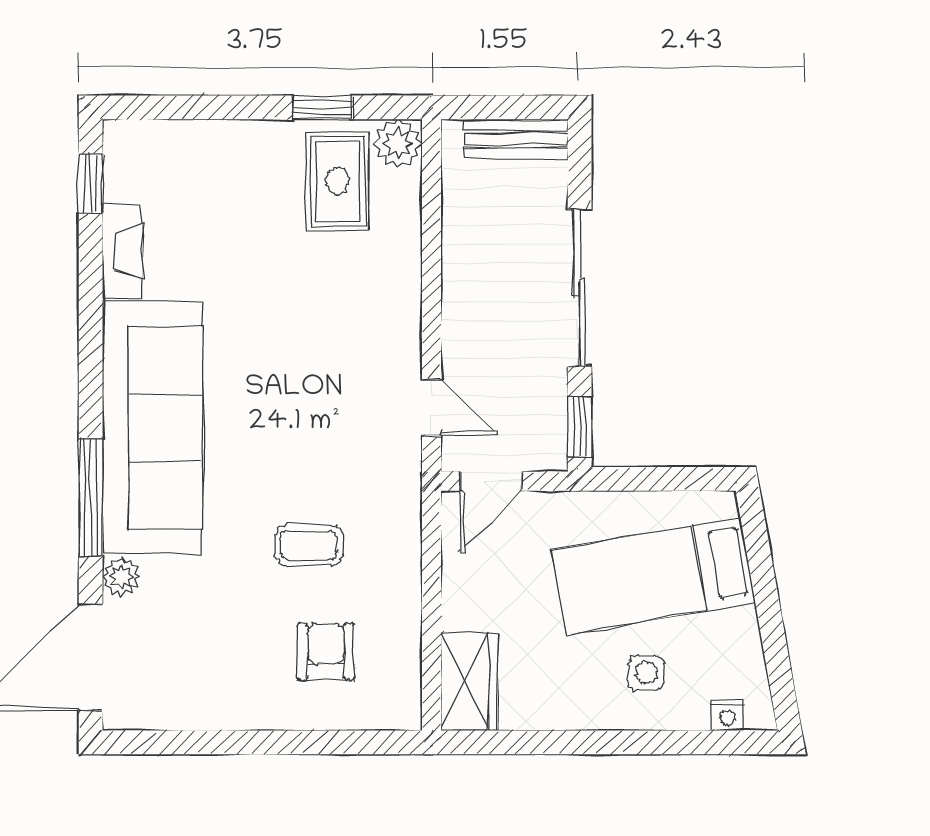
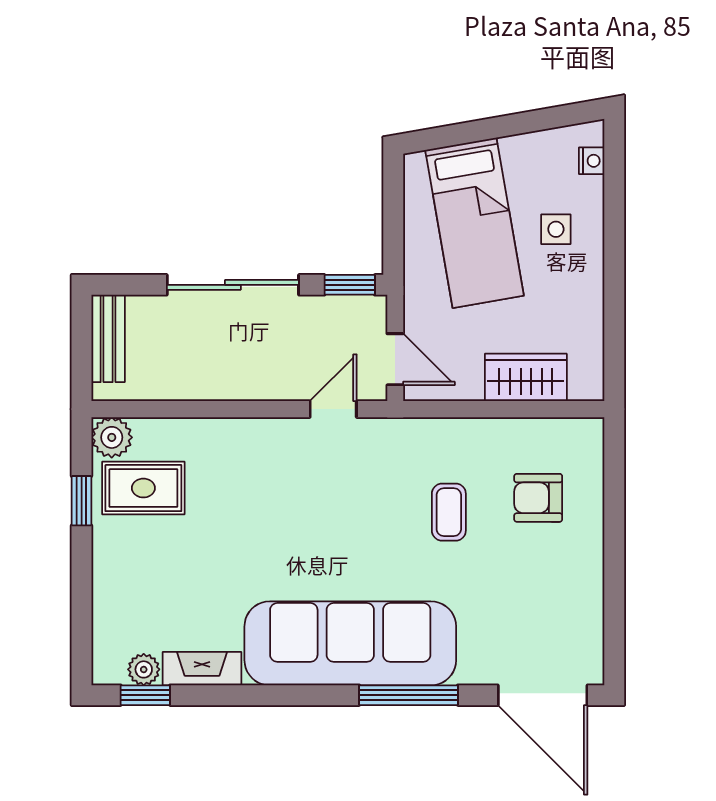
plant: (121, 577) -> (144, 669), moved
wardrobe: (469, 682) -> (526, 377), moved

